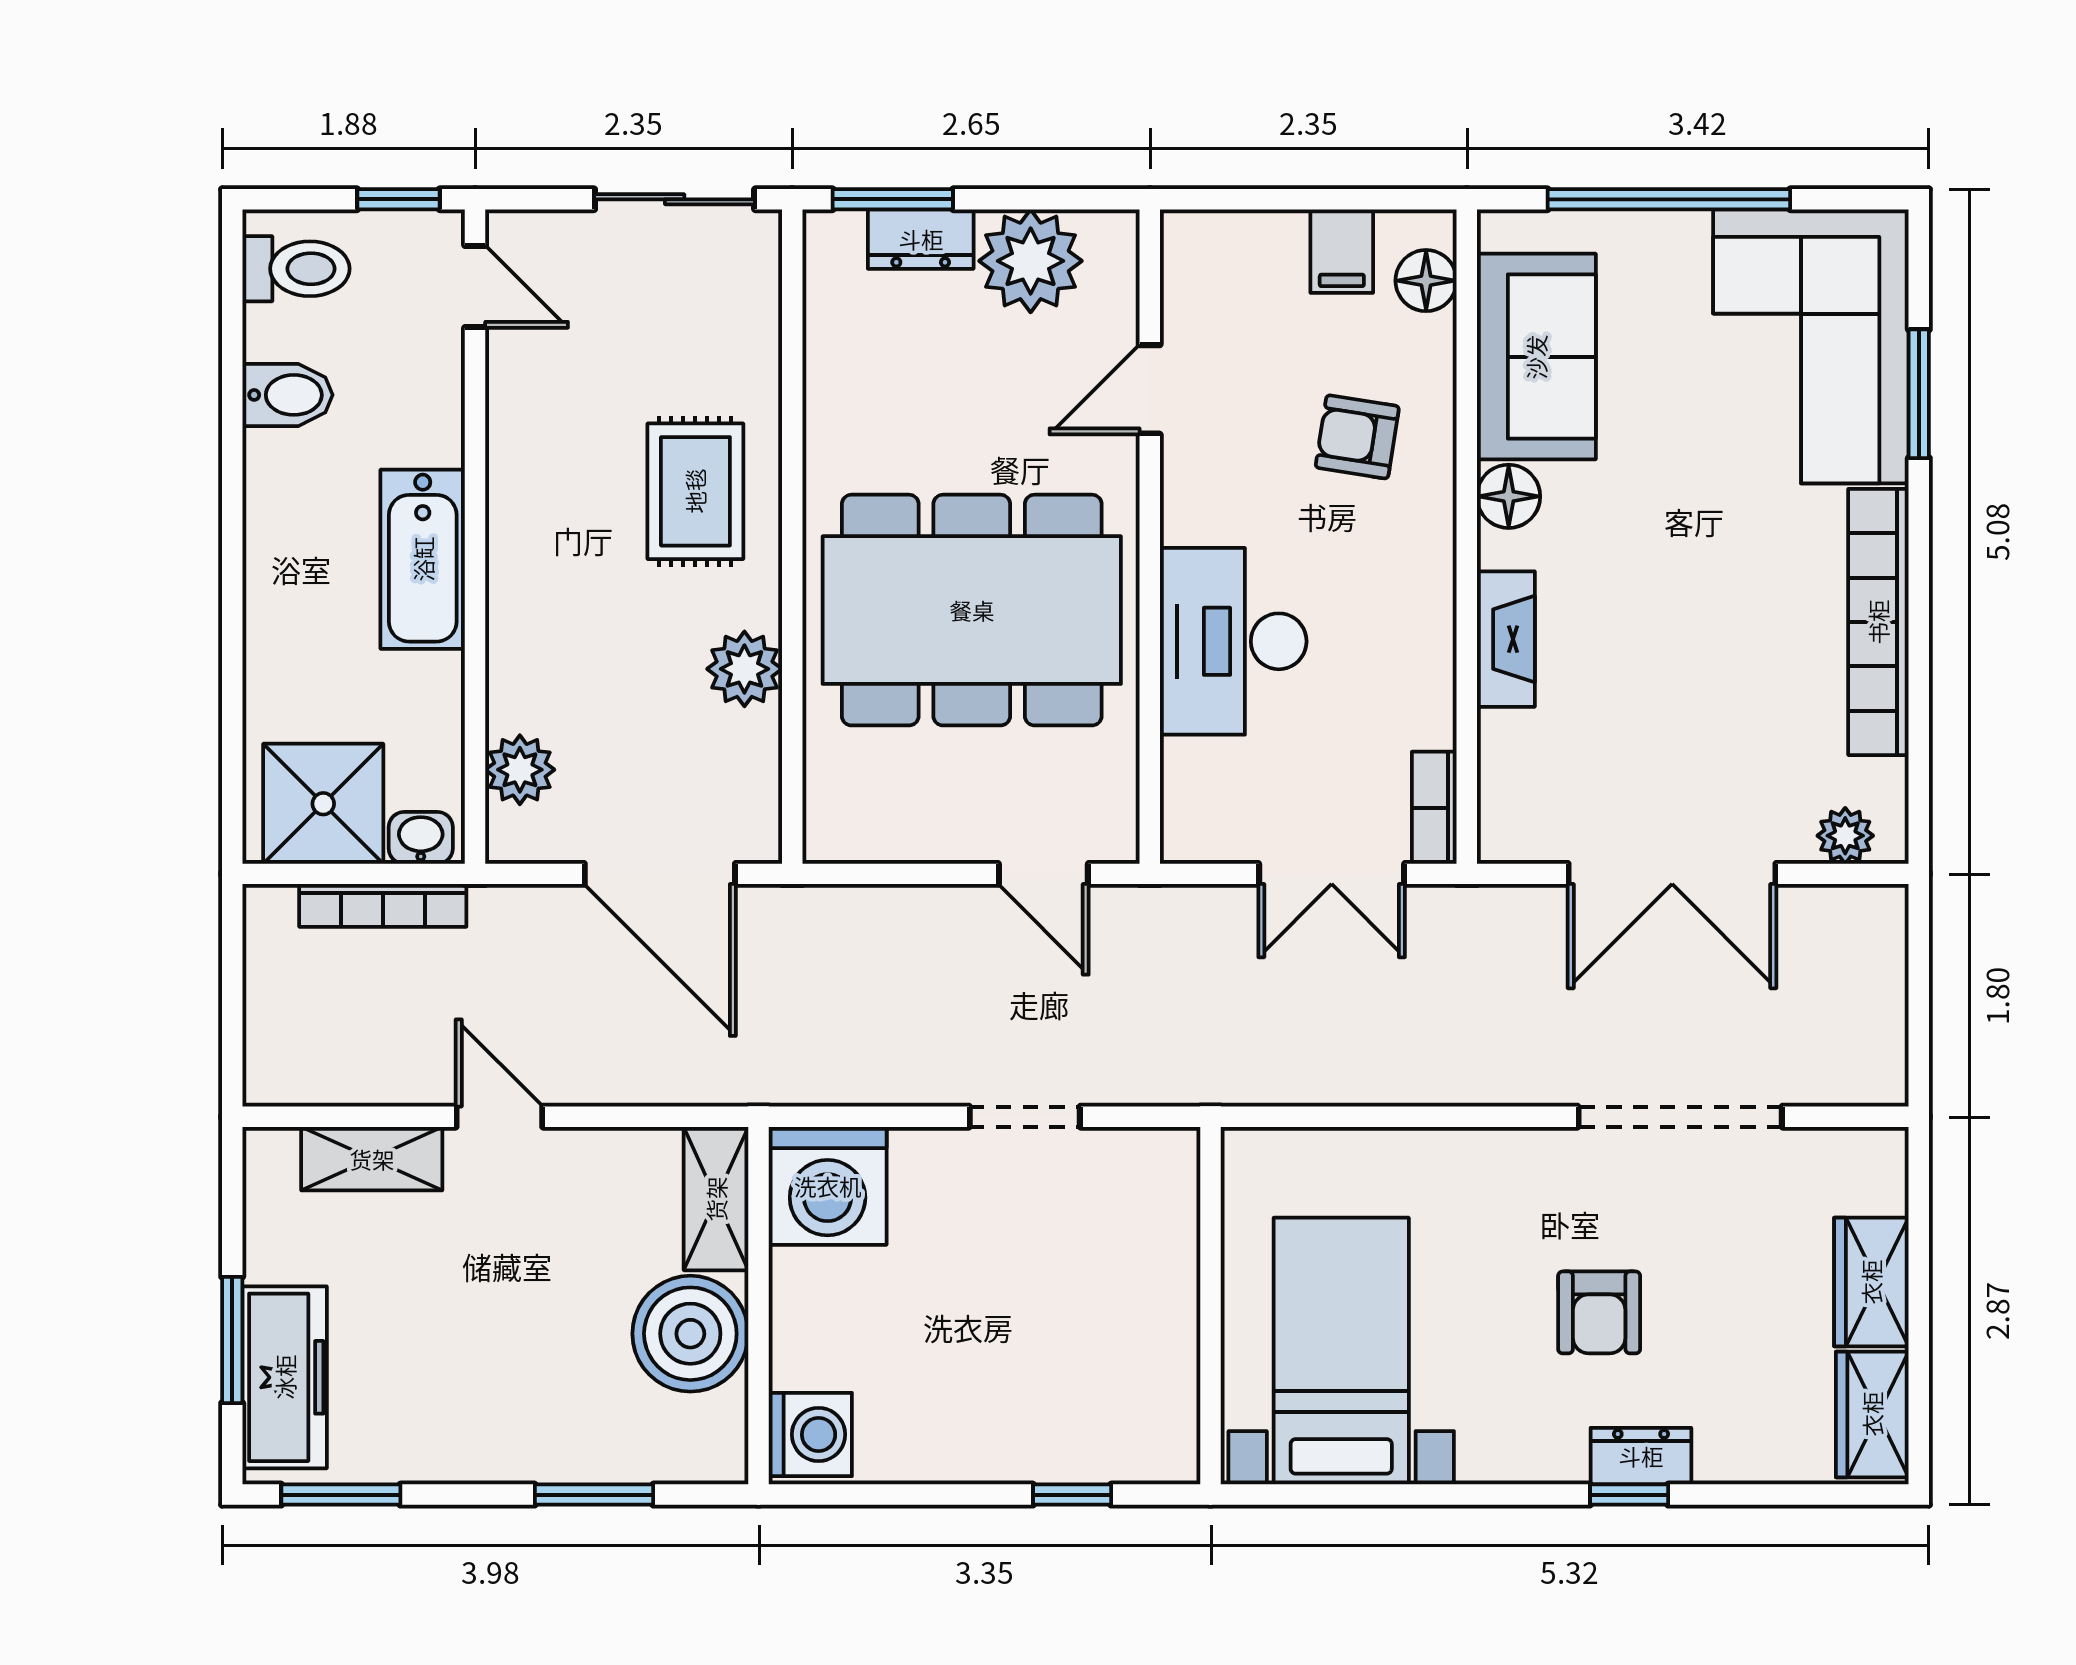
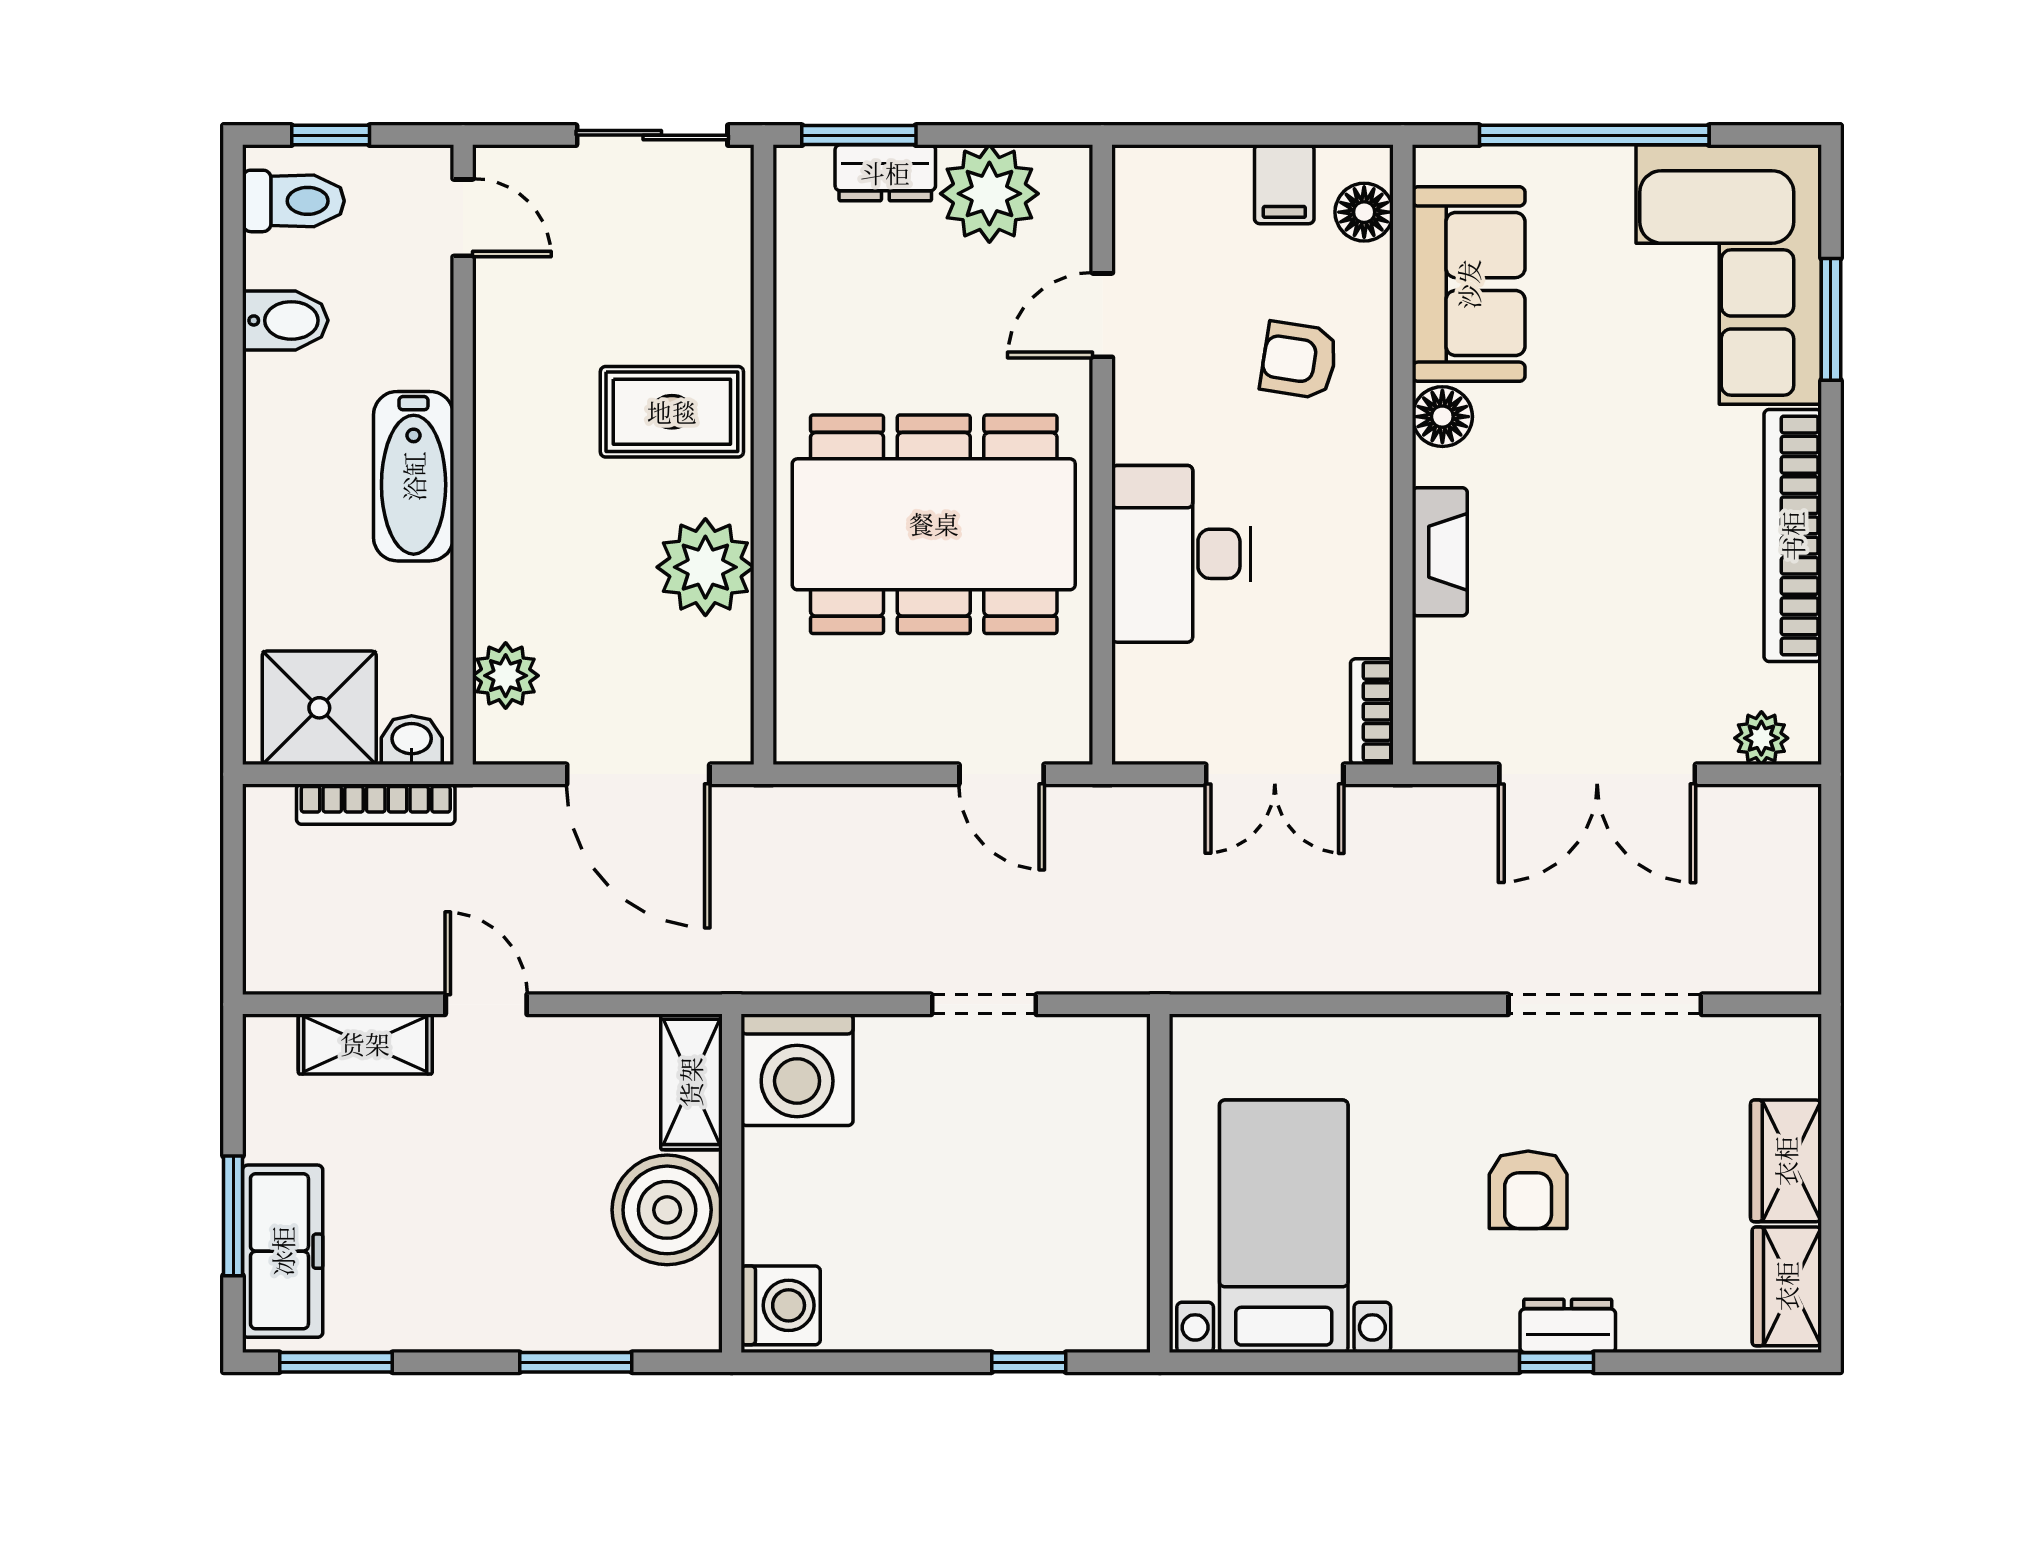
window: (398, 199) -> (331, 135), moved
rug: (695, 491) -> (672, 412), turned 90
plant: (744, 669) -> (705, 567), width x1.36, depth x1.36

